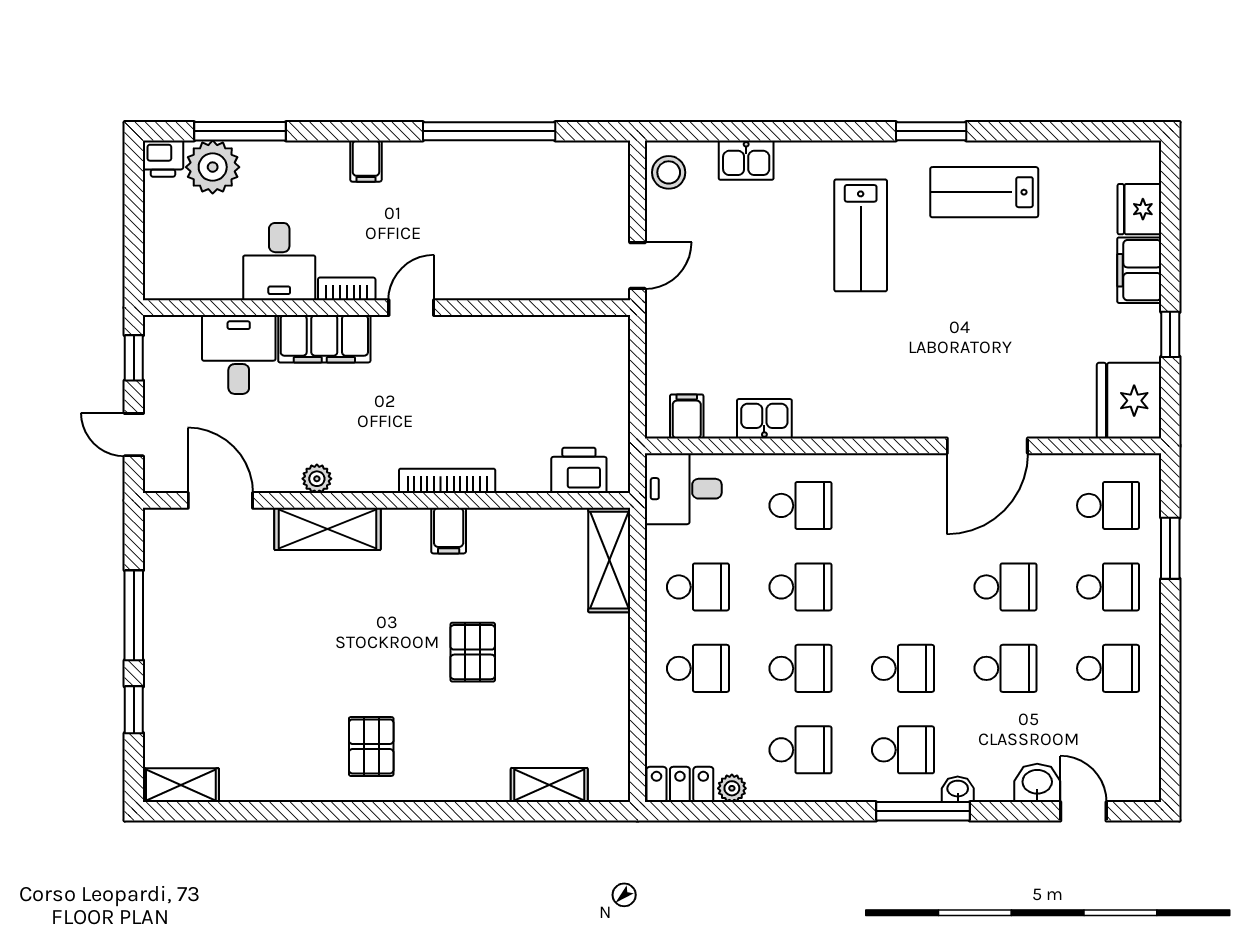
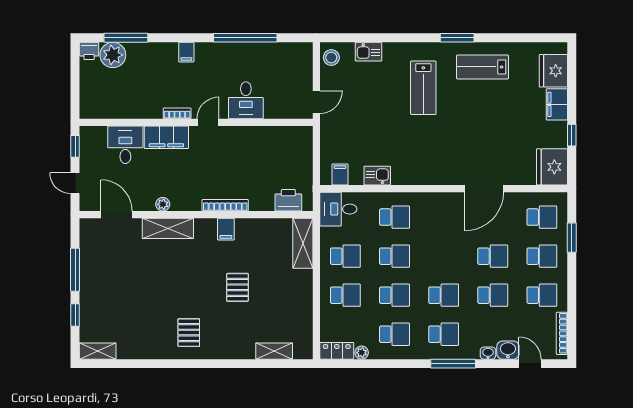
fridge: (1139, 209) -> (553, 71), width x1.36, depth x1.34
desk: (279, 262) -> (246, 100), moved
bookcase: (1150, 748) -> (562, 333), added
washbasin: (958, 789) -> (488, 353), moved

